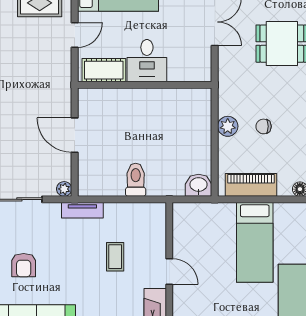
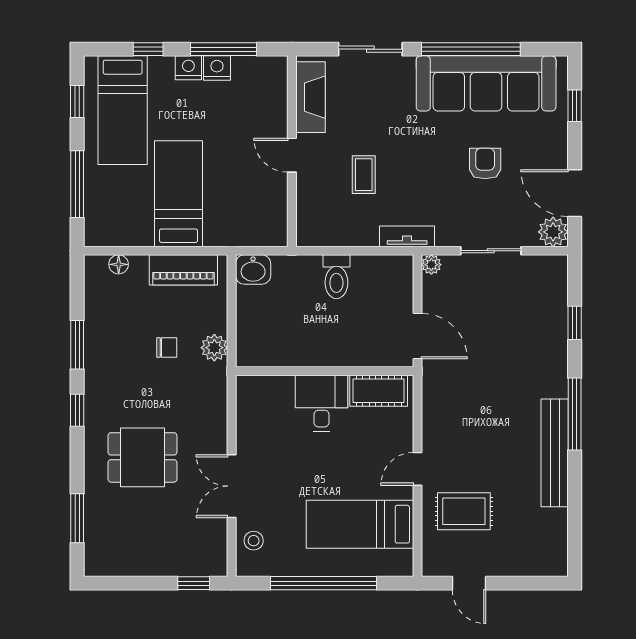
desk: (147, 61) -> (322, 403), moved
cot: (104, 70) -> (379, 391), moved
wall: (145, 85) -> (325, 371), moved

